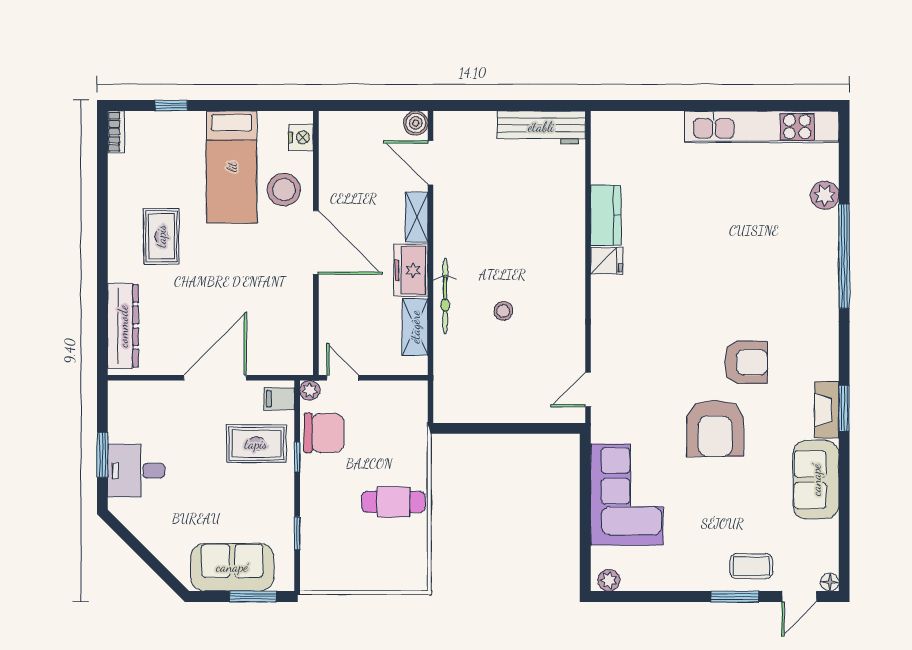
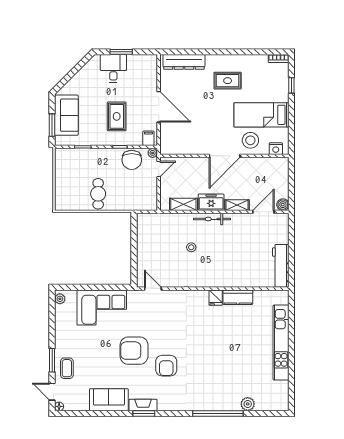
kitchen unit: (762, 127) -> (281, 343), moved
bicycle: (445, 296) -> (212, 219), moved
rug: (256, 444) -> (117, 116), moved

